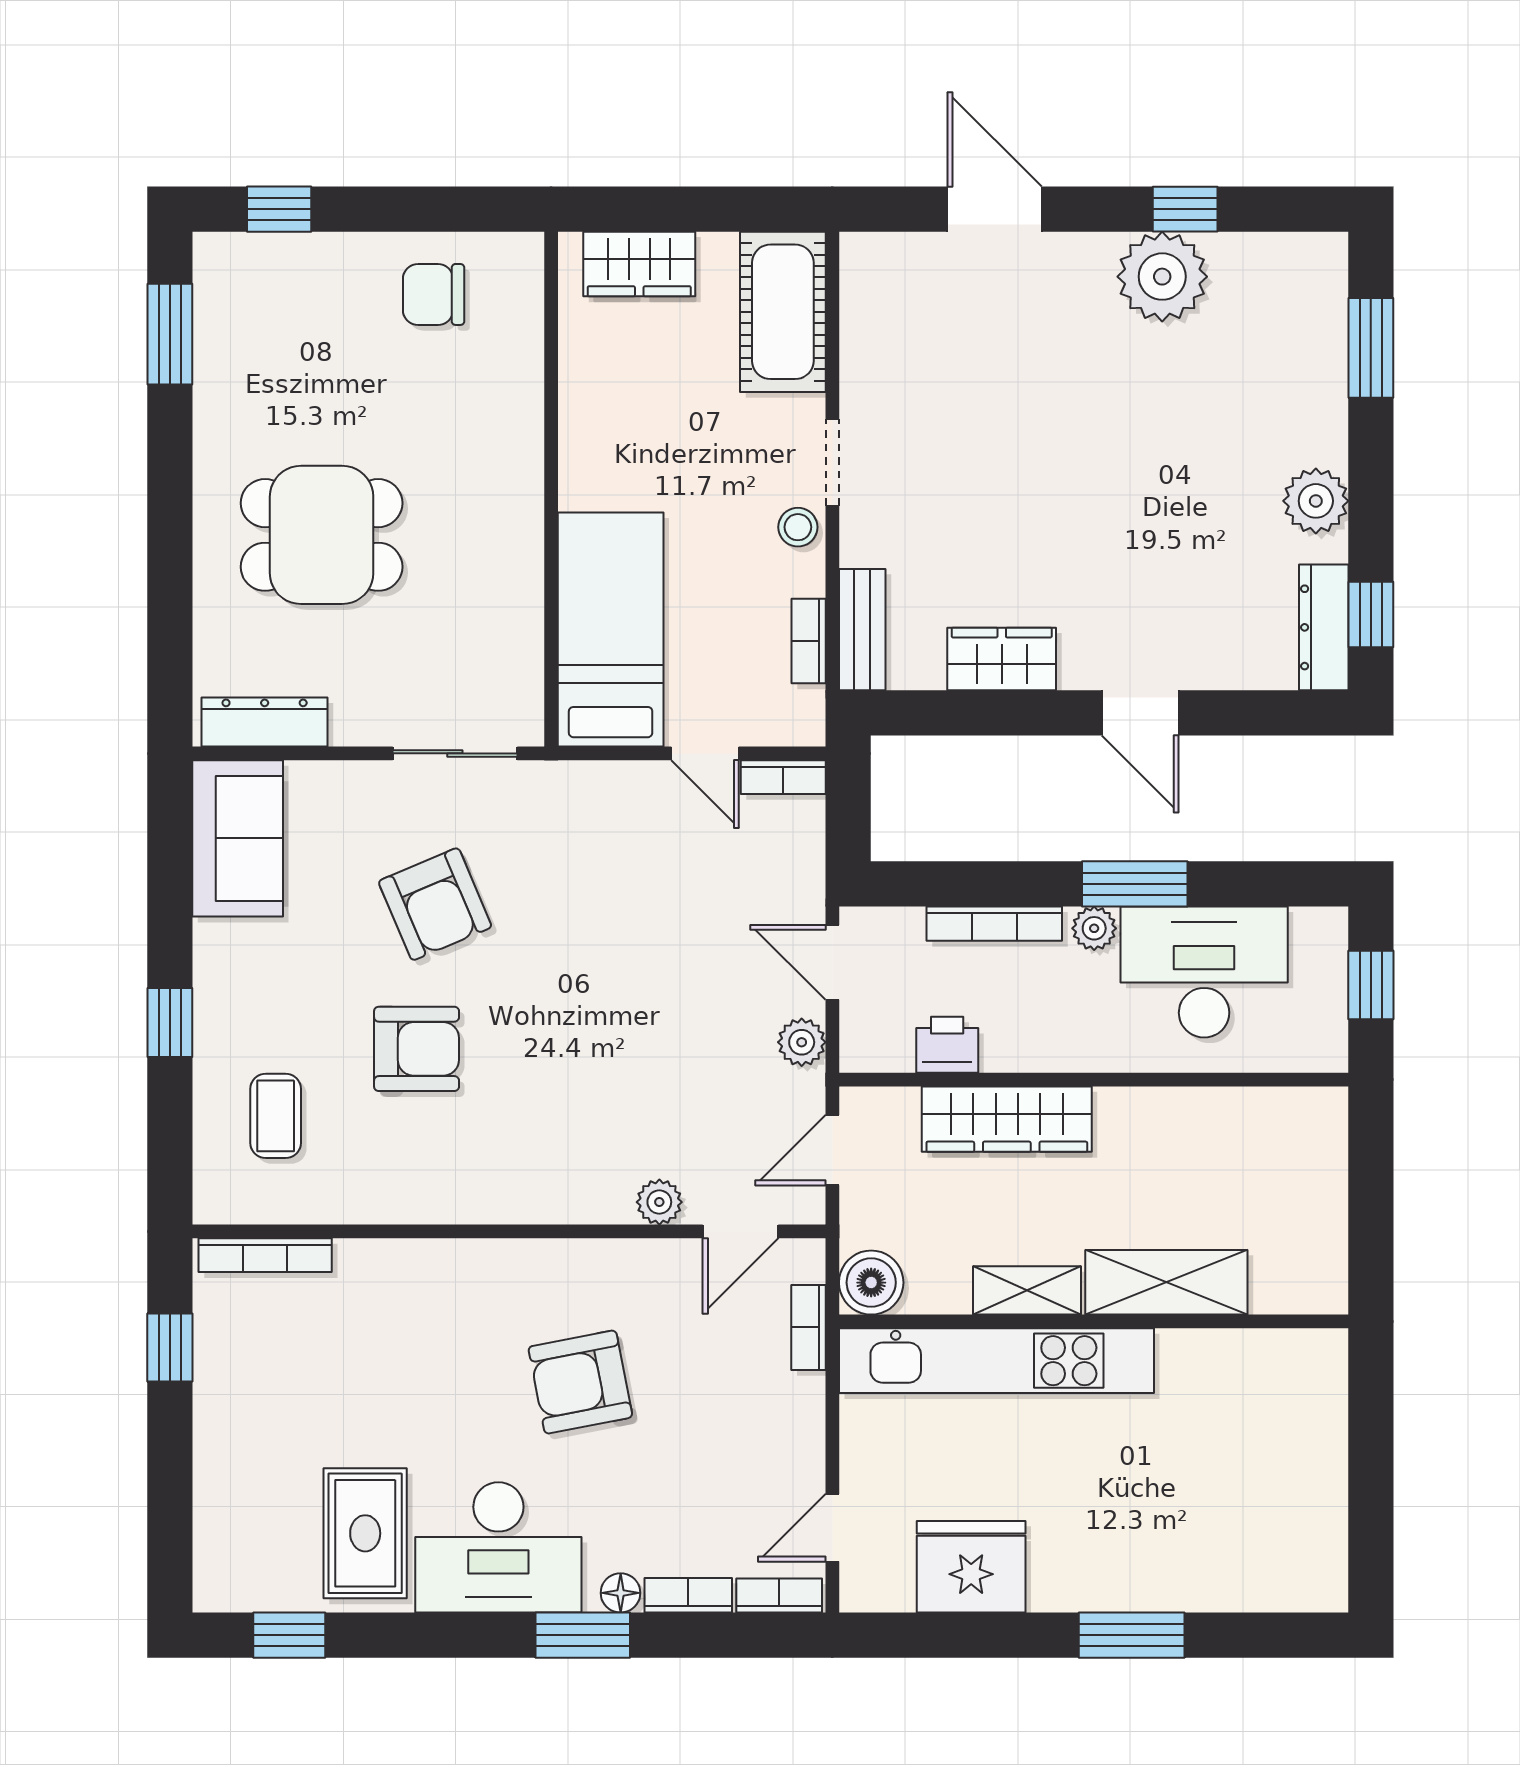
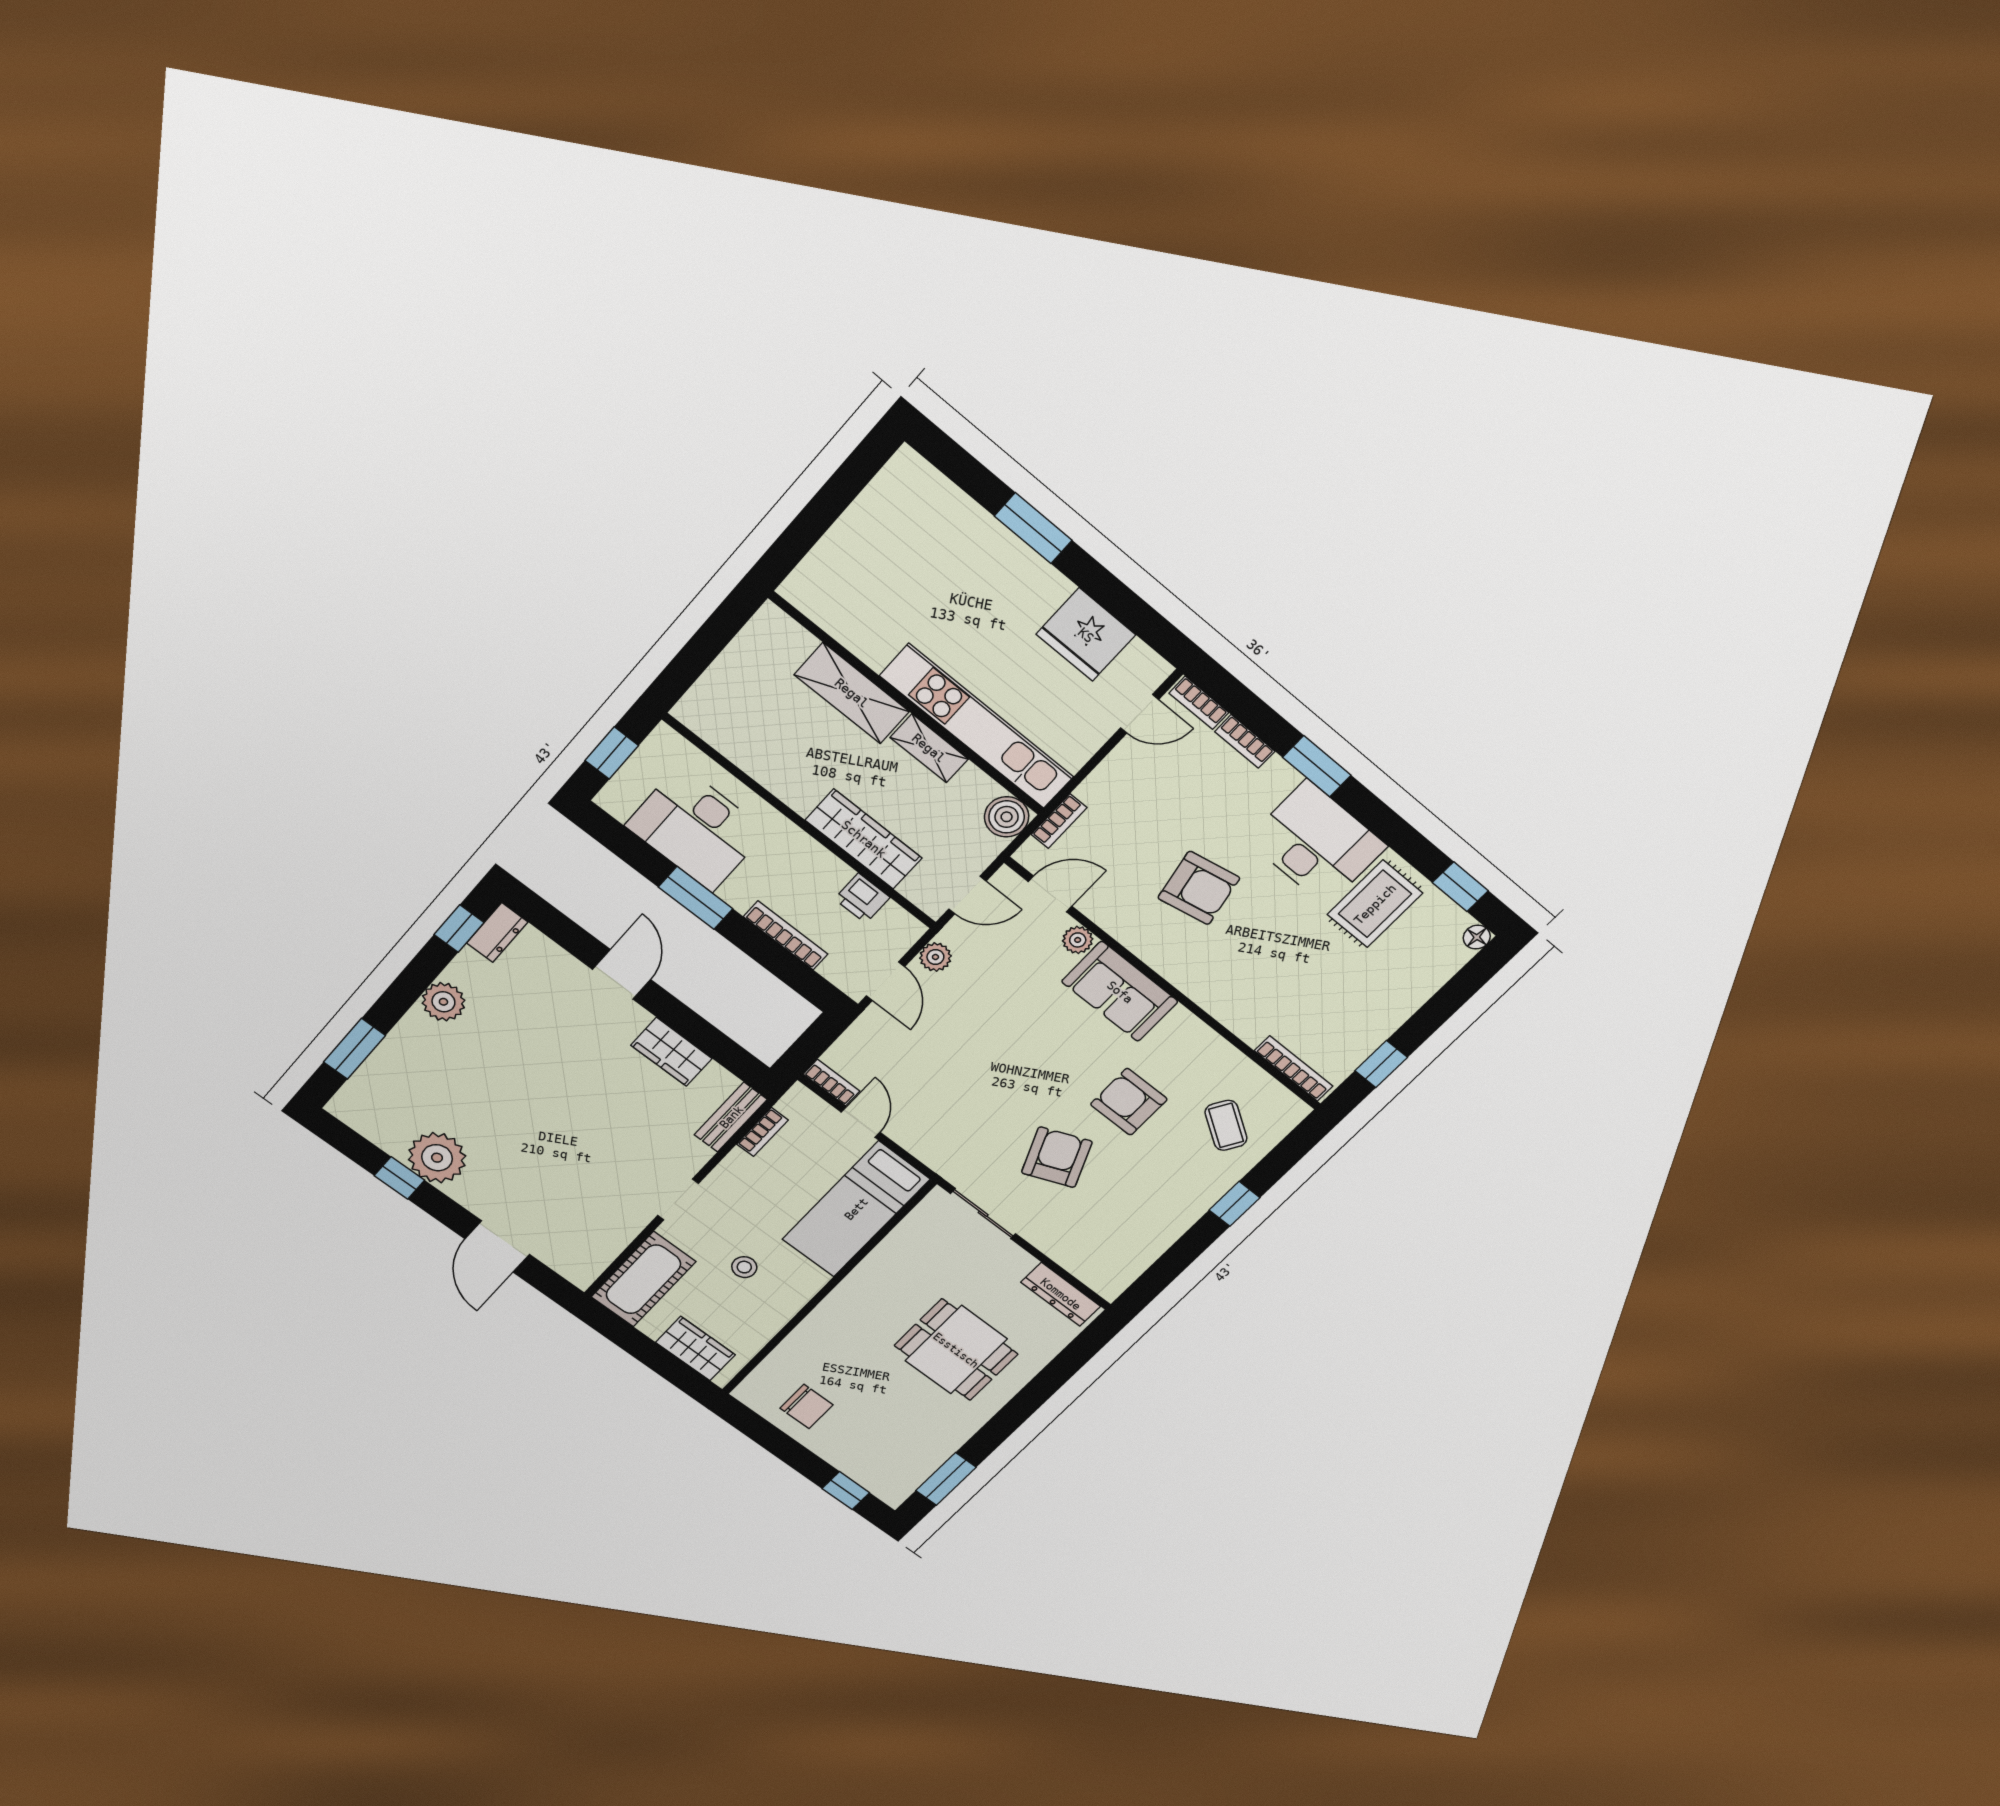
stool: (798, 527) -> (744, 1267), moved
dresser: (1324, 627) -> (497, 932), width x0.70
sofa: (238, 838) -> (1120, 992), moved, turned -90
plant: (1094, 928) -> (736, 894), removed
coffee table: (276, 1116) -> (1226, 1125), turned -58
floor lamp: (621, 1593) -> (1477, 937), moved

